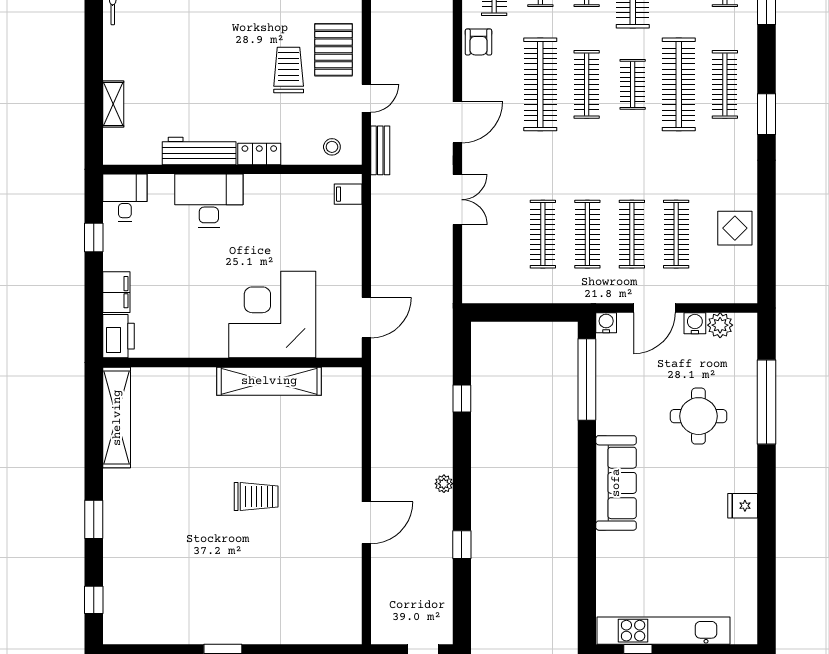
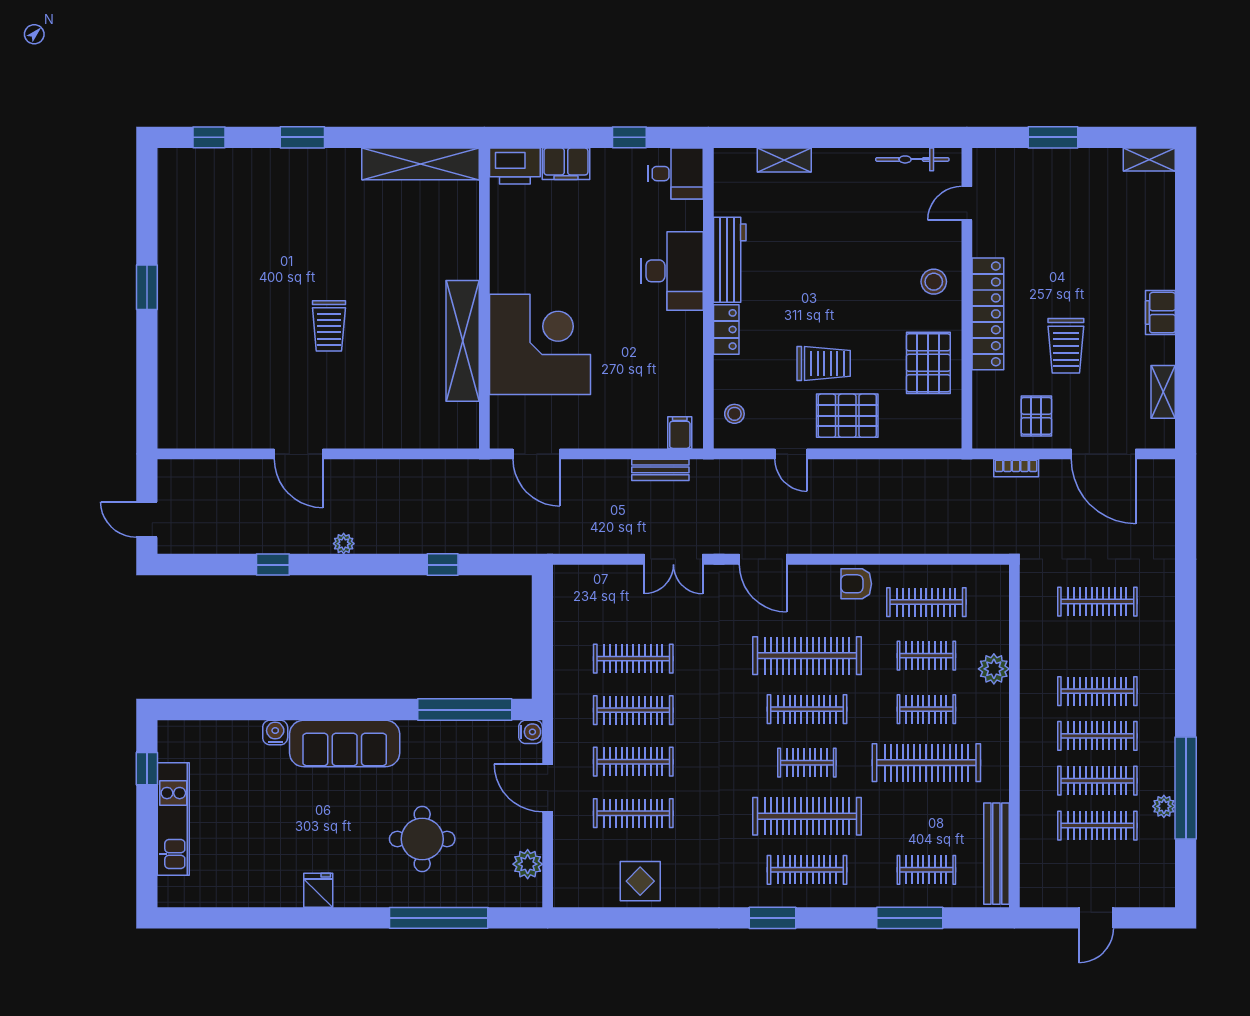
bench: (380, 150) -> (660, 470), moved
water cooler: (695, 323) -> (275, 732), moved, turned -90
kitchen unit: (664, 631) -> (173, 819), width x0.73

